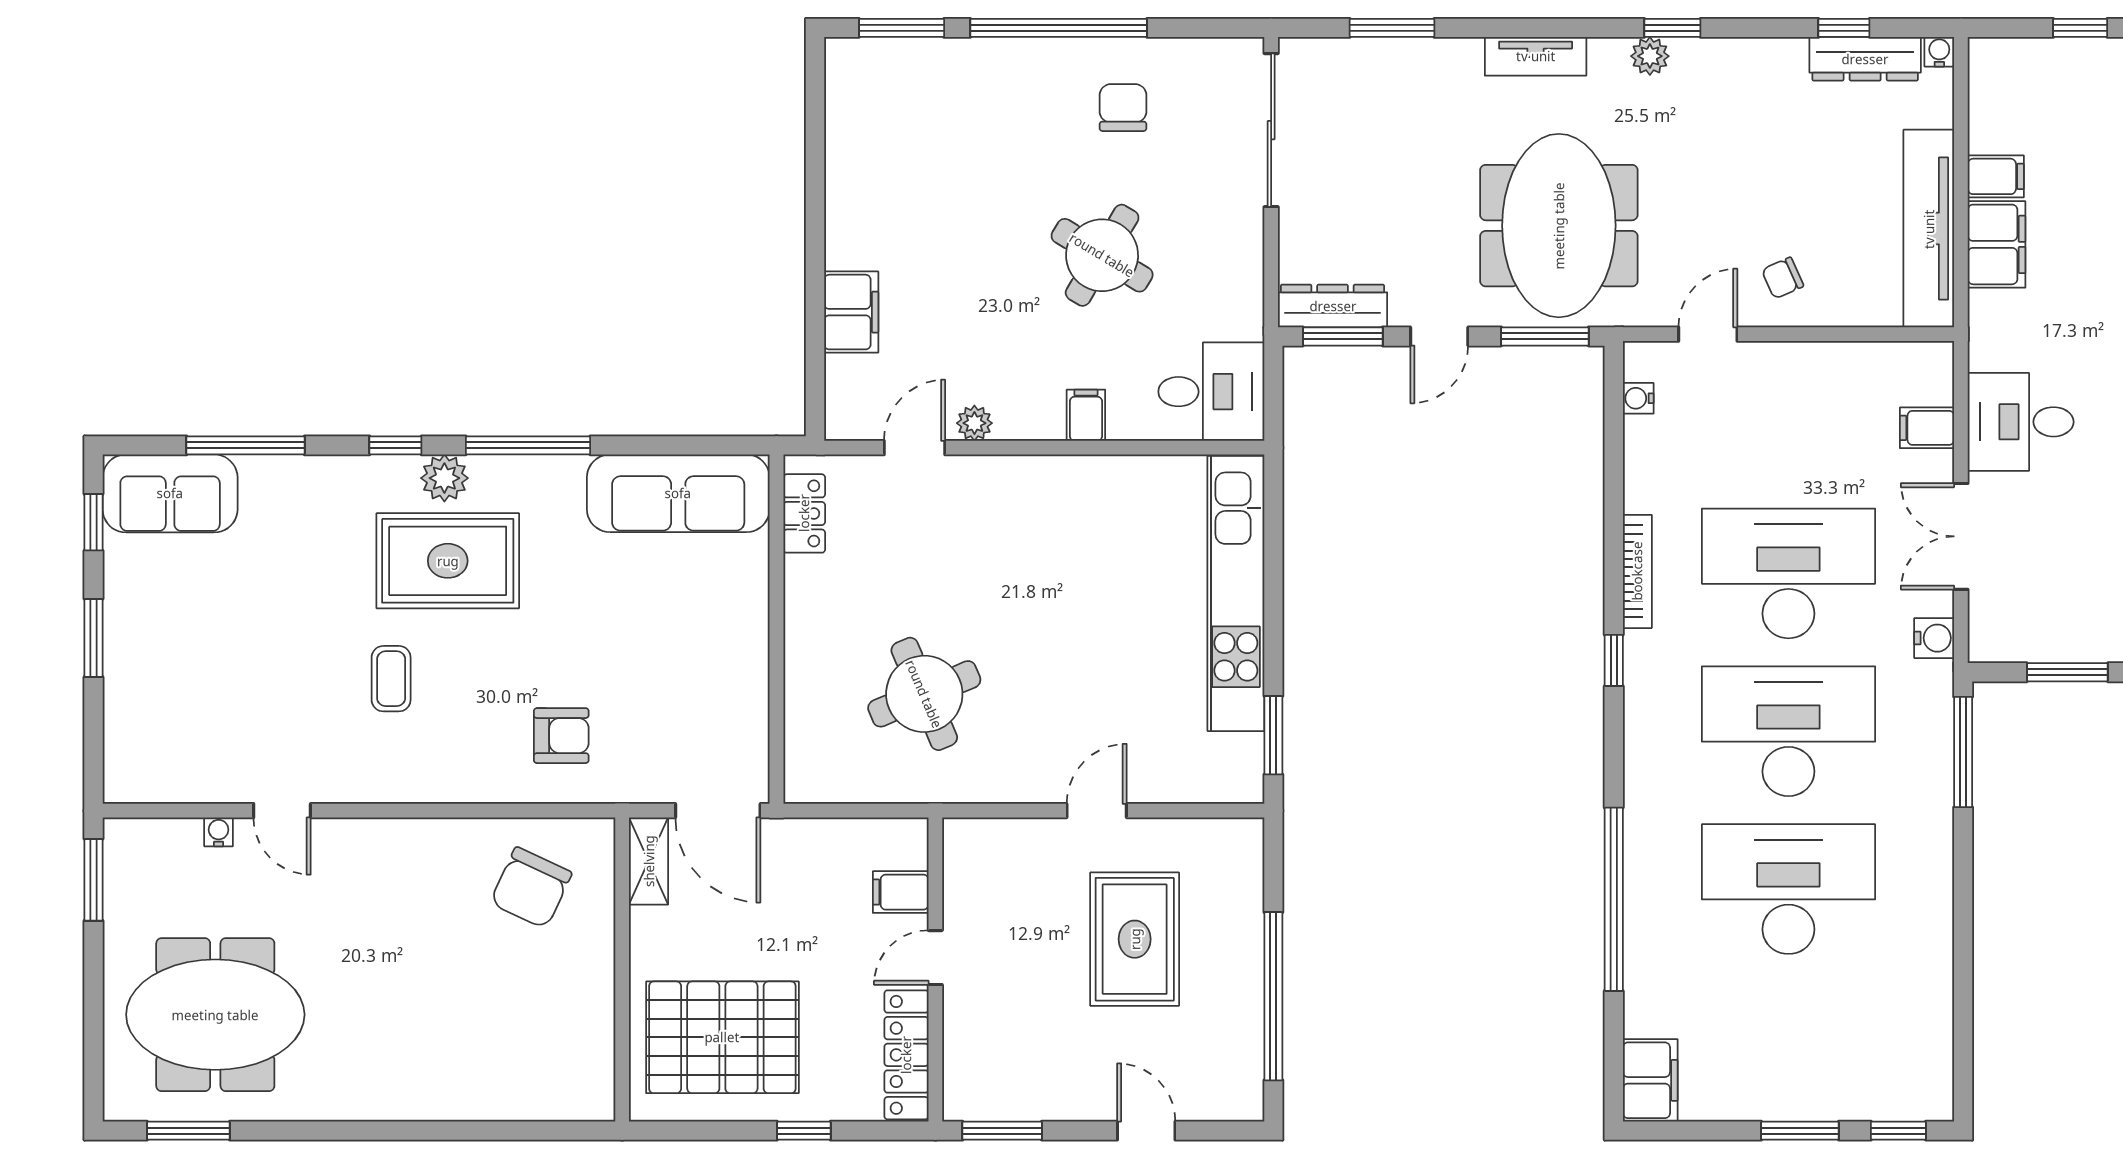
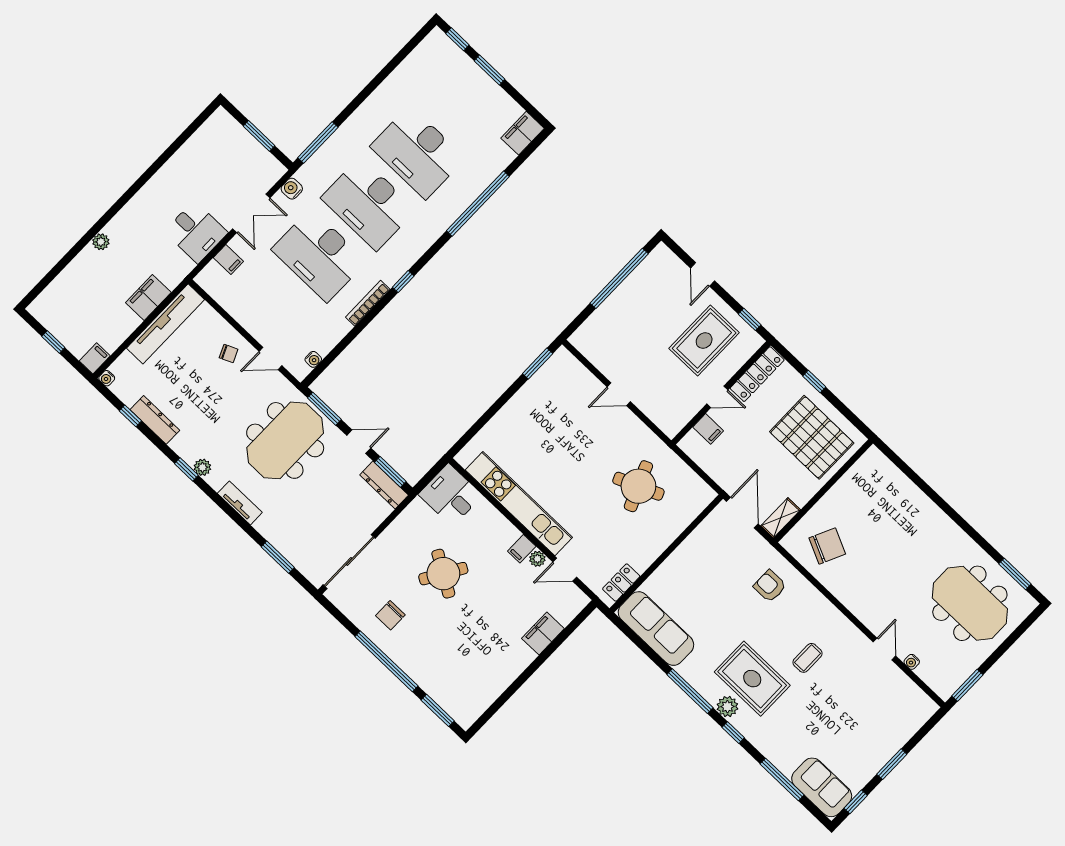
dresser: (1865, 59) -> (155, 420), moved
filing cabinet: (1996, 176) -> (95, 358), moved, turned 90
filing cabinet: (1086, 415) -> (522, 549), moved
kitchen unit: (1236, 593) -> (519, 504), moved, turned -90
rug: (1135, 939) -> (704, 341), moved
window: (1002, 1131) -> (750, 319), width x0.67

